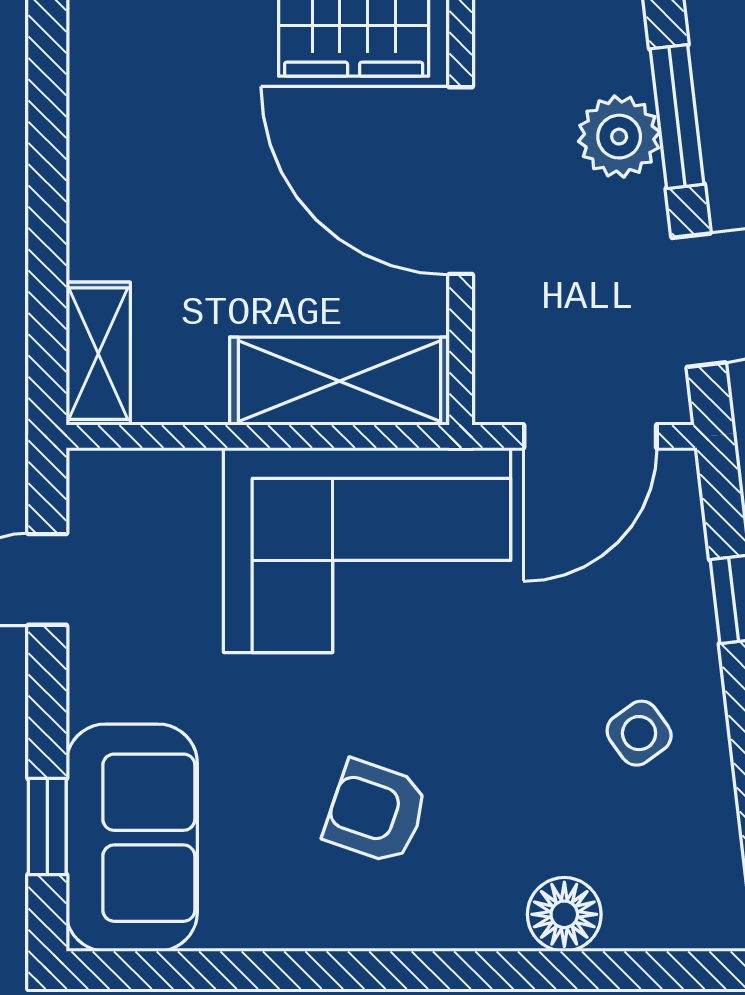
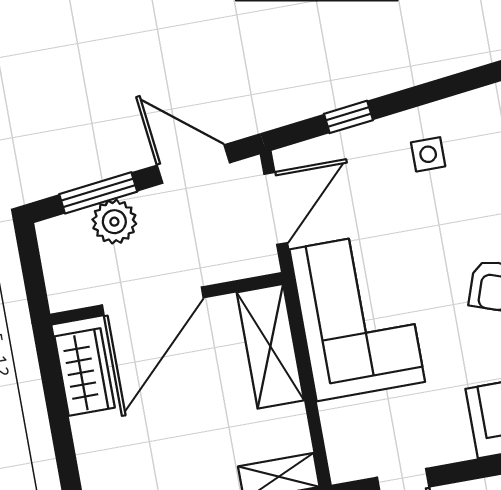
door: (590, 436) -> (276, 208), hinge flipped
side table: (639, 733) -> (428, 154), turned 36

